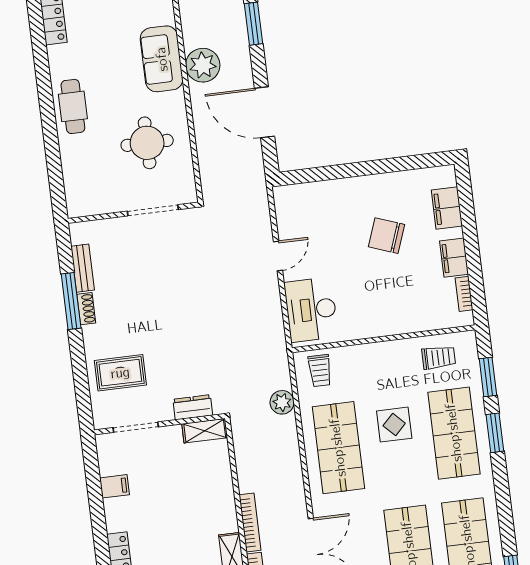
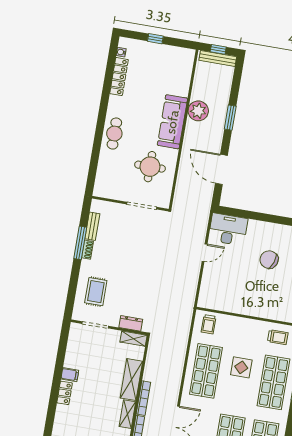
sofa: (162, 59) -> (172, 122), width x1.36
plant: (203, 65) -> (198, 111), moved
desk: (311, 310) -> (228, 229), moved, turned 90
rug: (120, 373) -> (96, 292), turned 90
plant: (282, 402) -> (182, 336), removed
filing cabinet: (115, 486) -> (70, 375), moved
shelving: (221, 498) -> (131, 380), added

